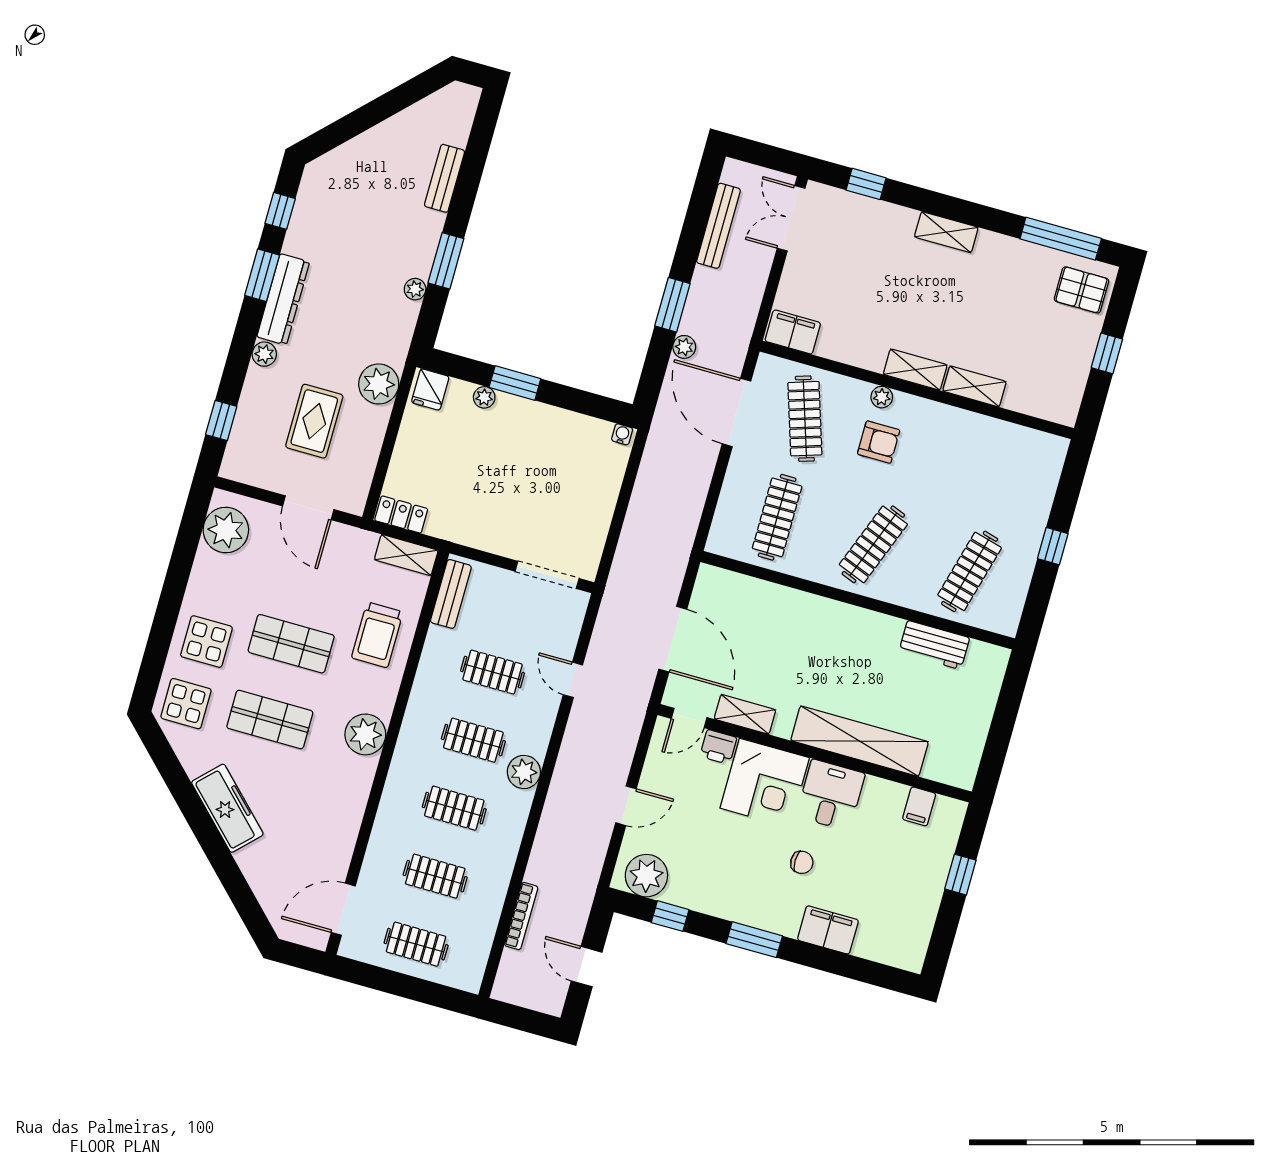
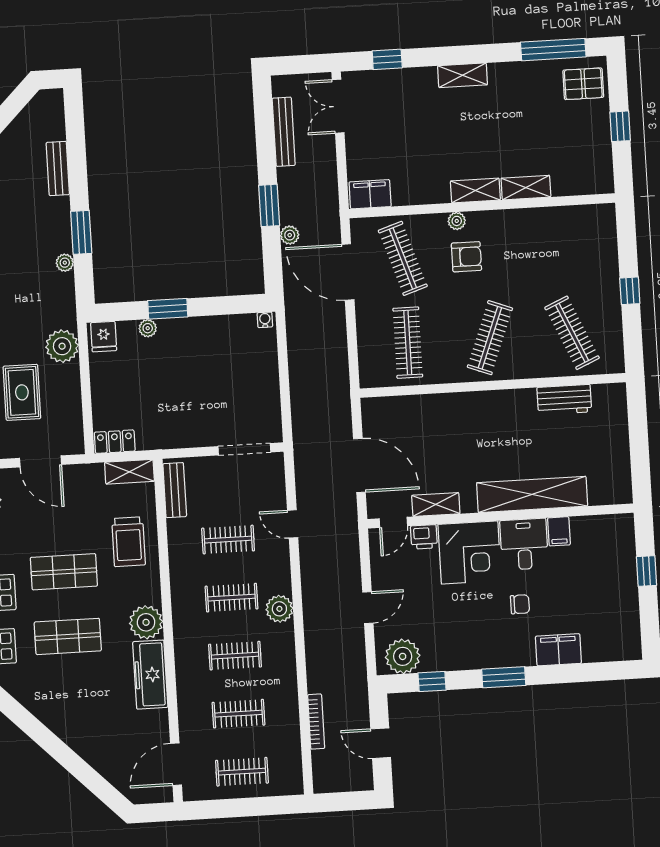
clothes rail: (970, 571) -> (572, 333), turned -39
filing cabinet: (919, 806) -> (559, 531), moved
freezer: (227, 808) -> (150, 675), moved, turned -135

